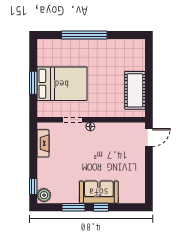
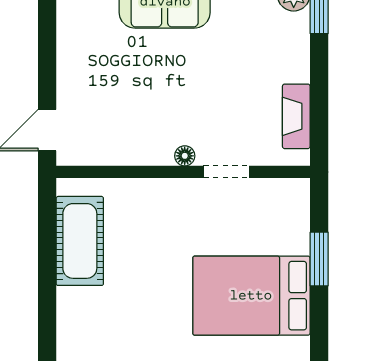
bed: (62, 84) -> (251, 296), moved

